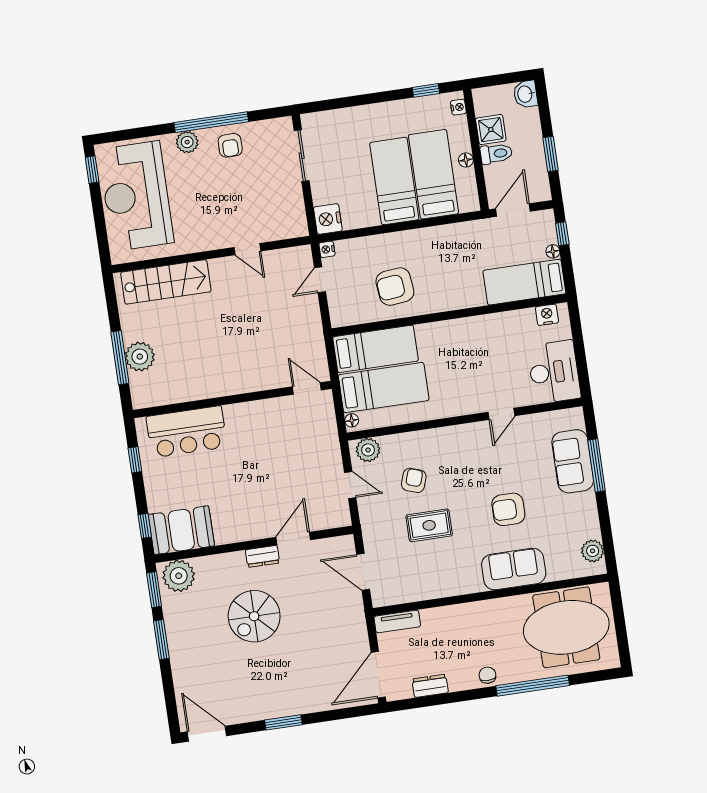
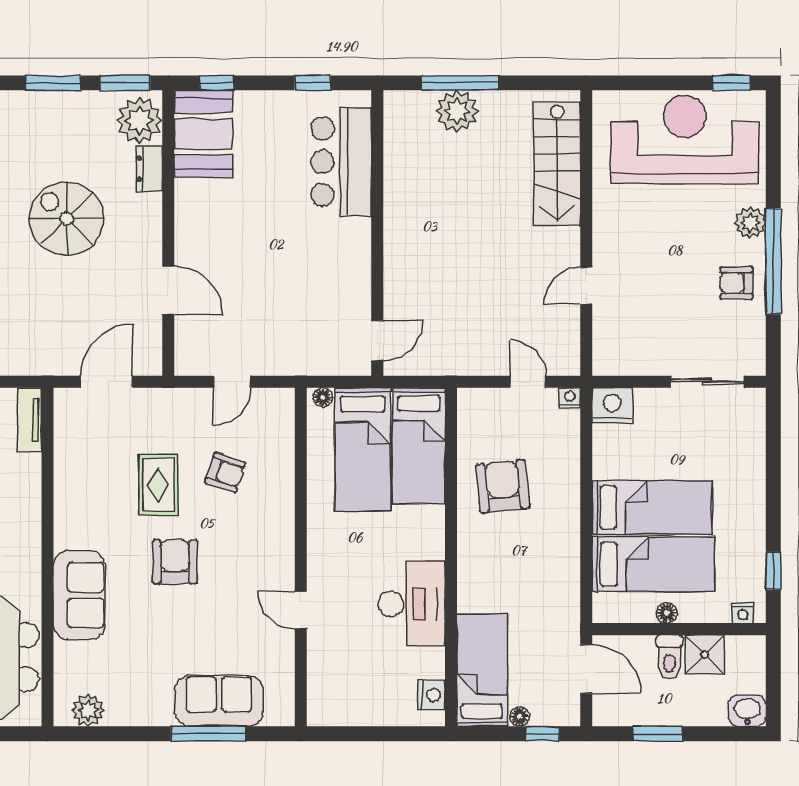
desk: (554, 372) -> (412, 604), moved, turned -90
plant: (368, 450) -> (278, 414), removed
armchair: (508, 509) -> (175, 562), moved
dresser: (262, 556) -> (149, 169), moved

